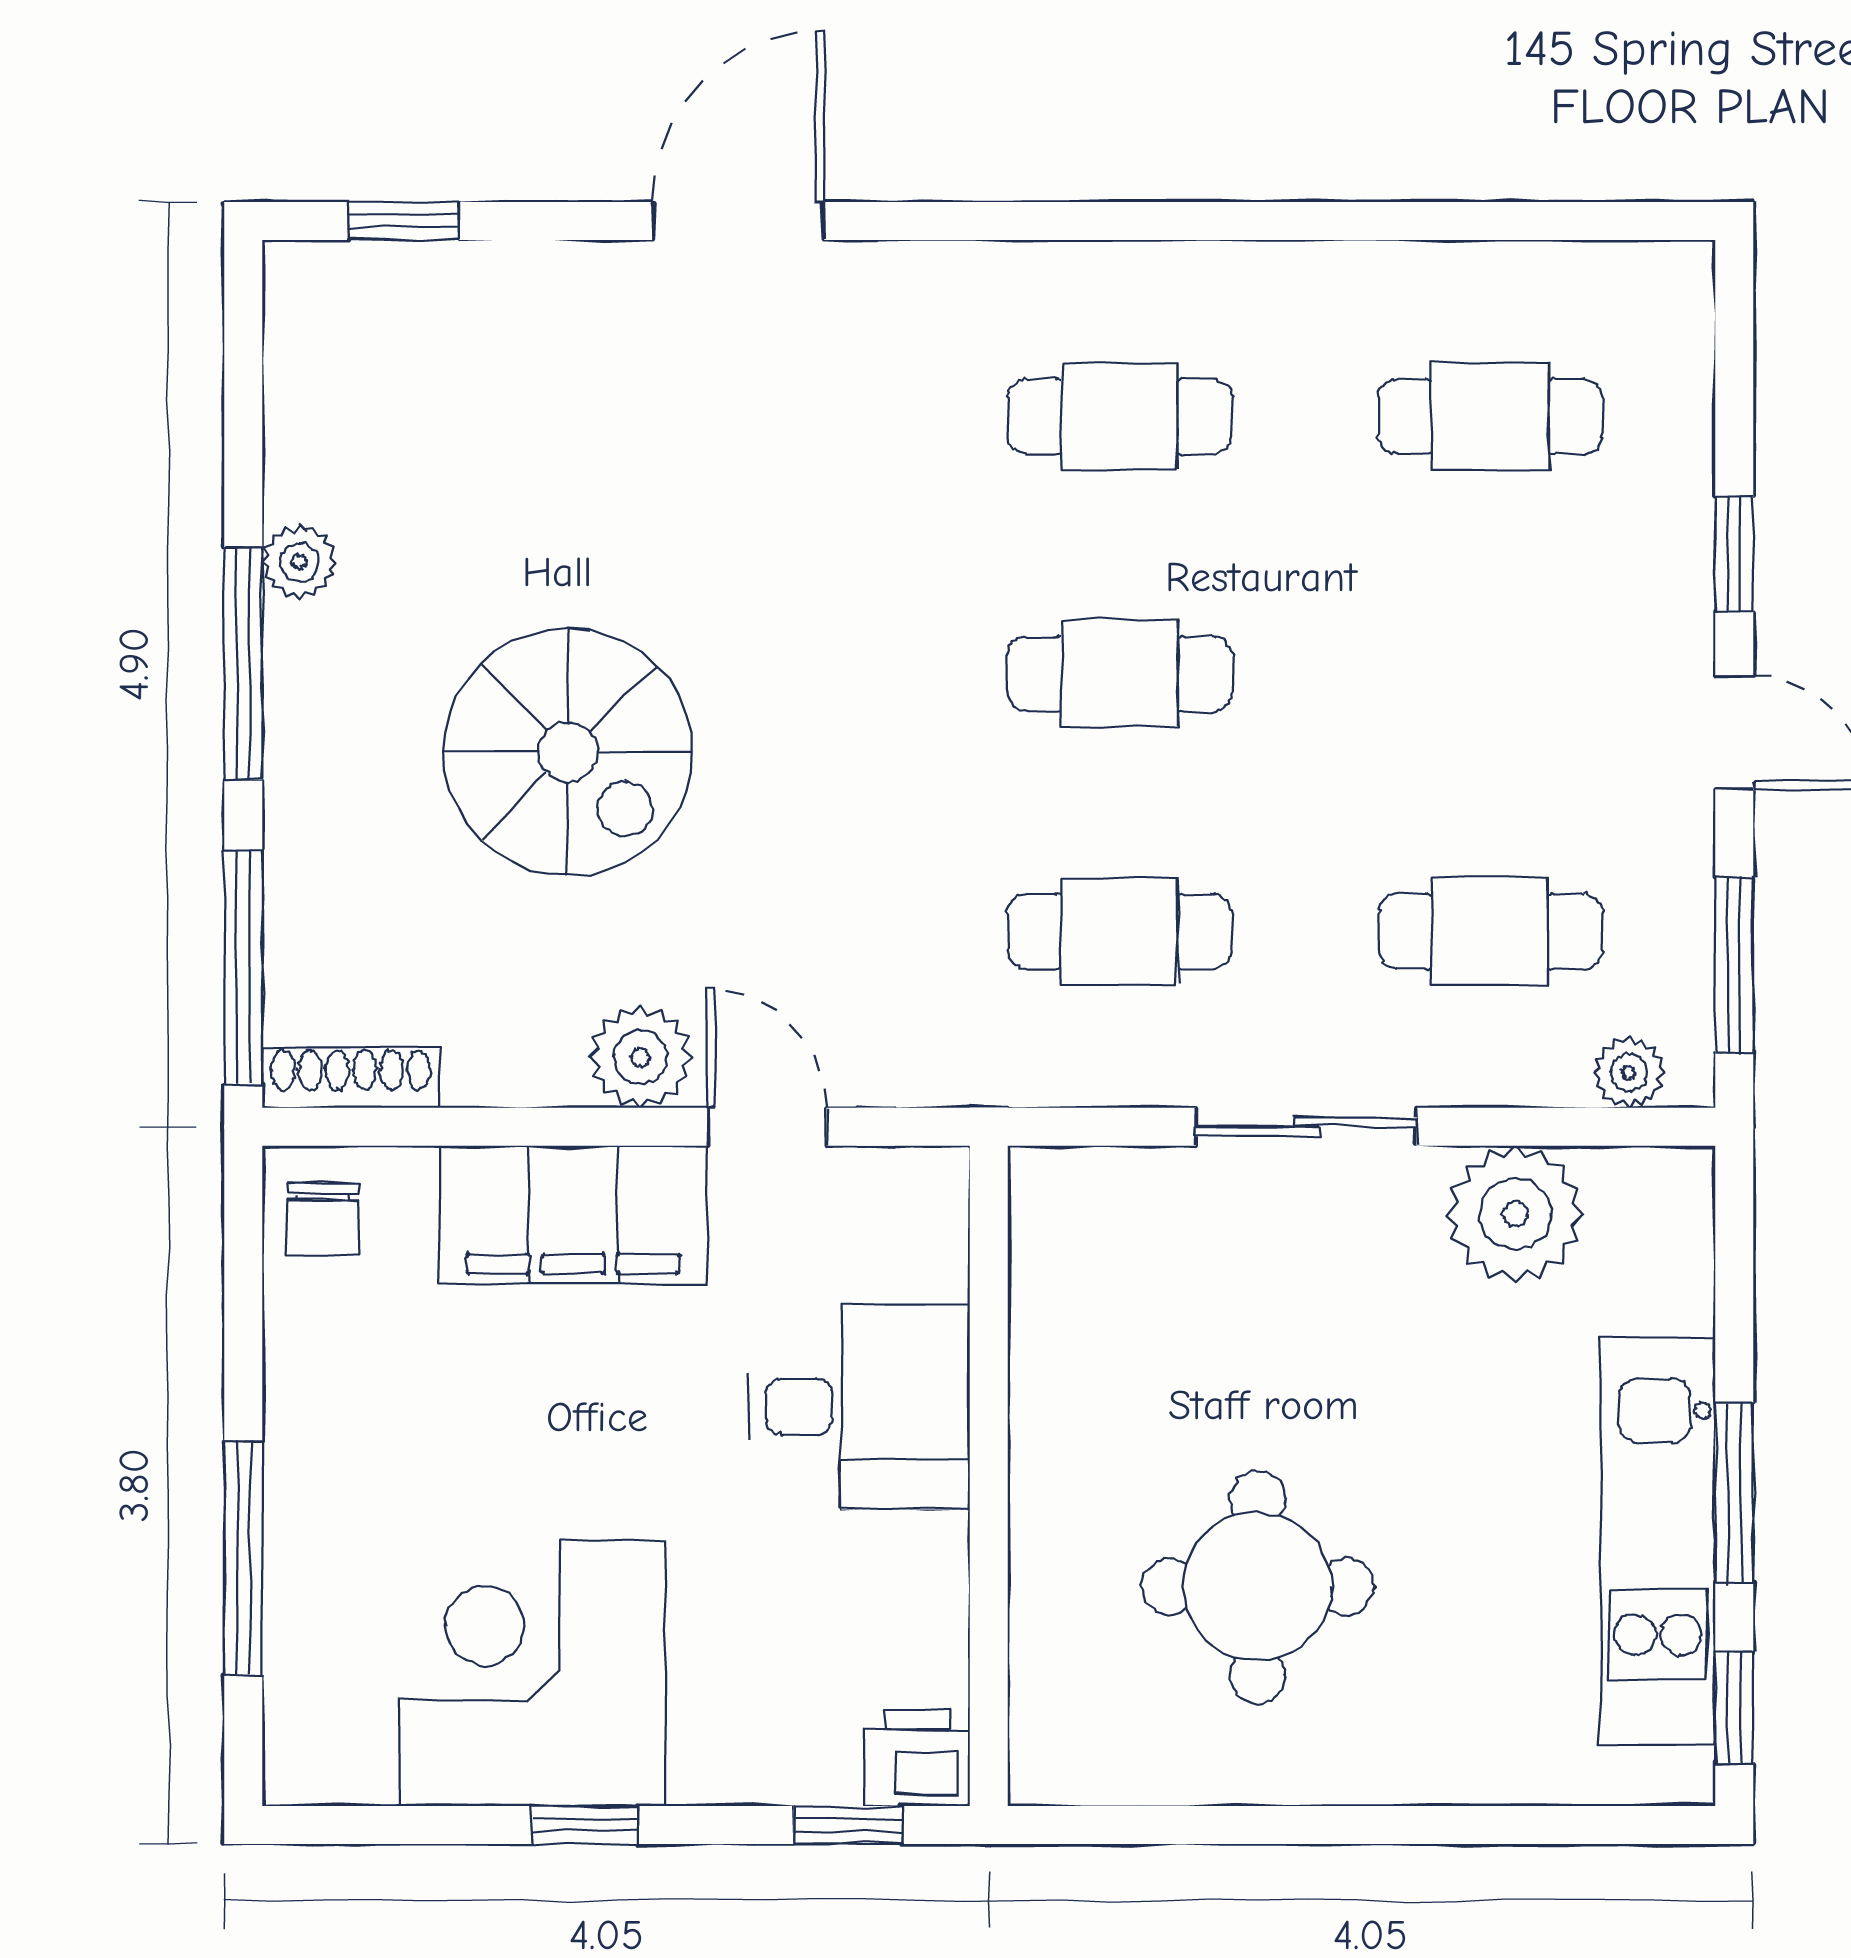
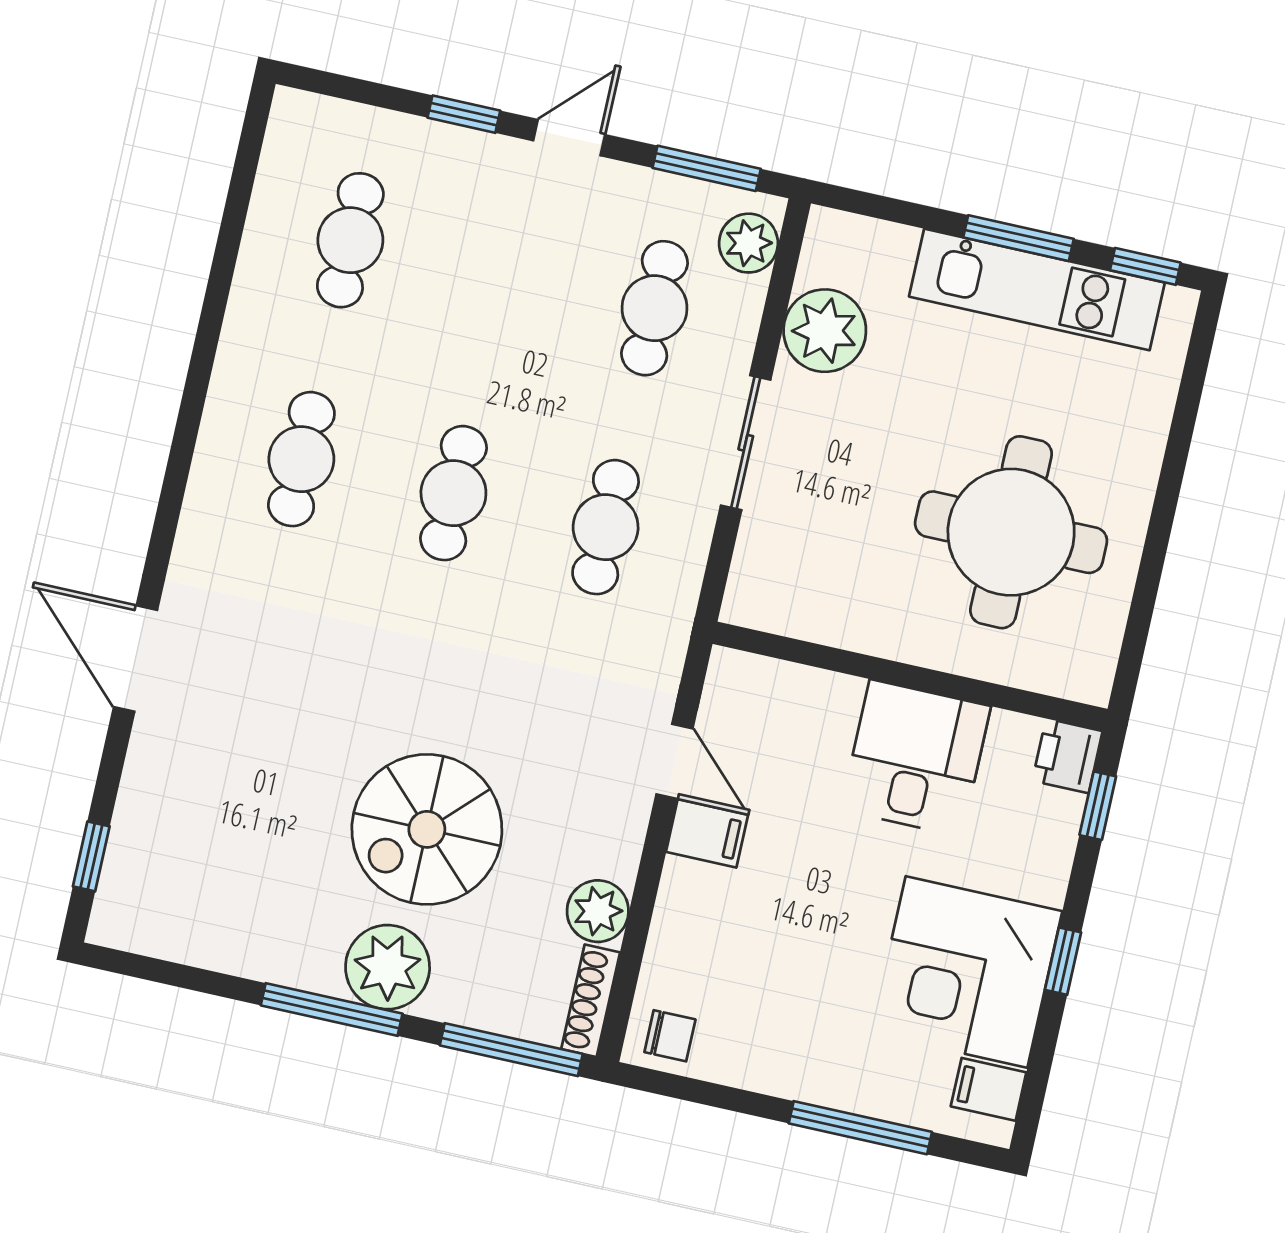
plant: (299, 562) -> (388, 967), moved, width x1.87, depth x1.87
spiral stairs: (568, 752) -> (427, 829), turned 180
plant: (640, 1057) -> (598, 911), moved
plant: (1629, 1073) -> (748, 243), width x1.38, depth x1.38
door: (767, 1127) -> (674, 761), swing flipped
filing cabinet: (573, 1215) -> (707, 833), width x0.33, depth x0.86
desk: (859, 1407) -> (916, 758), moved
round table: (1258, 1587) -> (1011, 532), width x1.36, depth x1.36
filing cabinet: (351, 1751) -> (989, 1089), added

